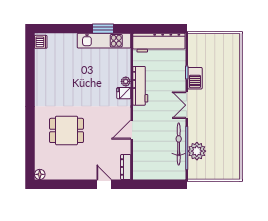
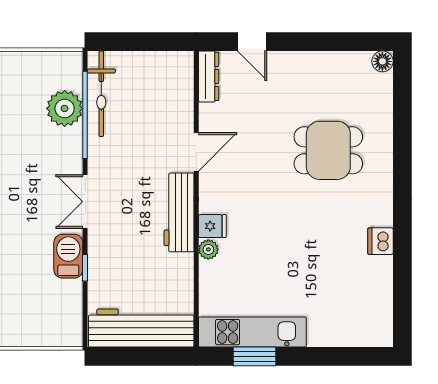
dishwasher: (41, 42) -> (381, 241), moved
workbench: (140, 86) -> (179, 212), moved
double door: (187, 105) -> (85, 202), swing flipped
bicycle: (179, 144) -> (101, 94), moved

